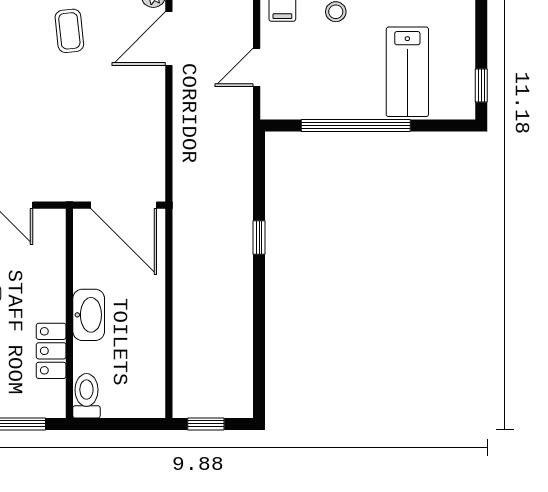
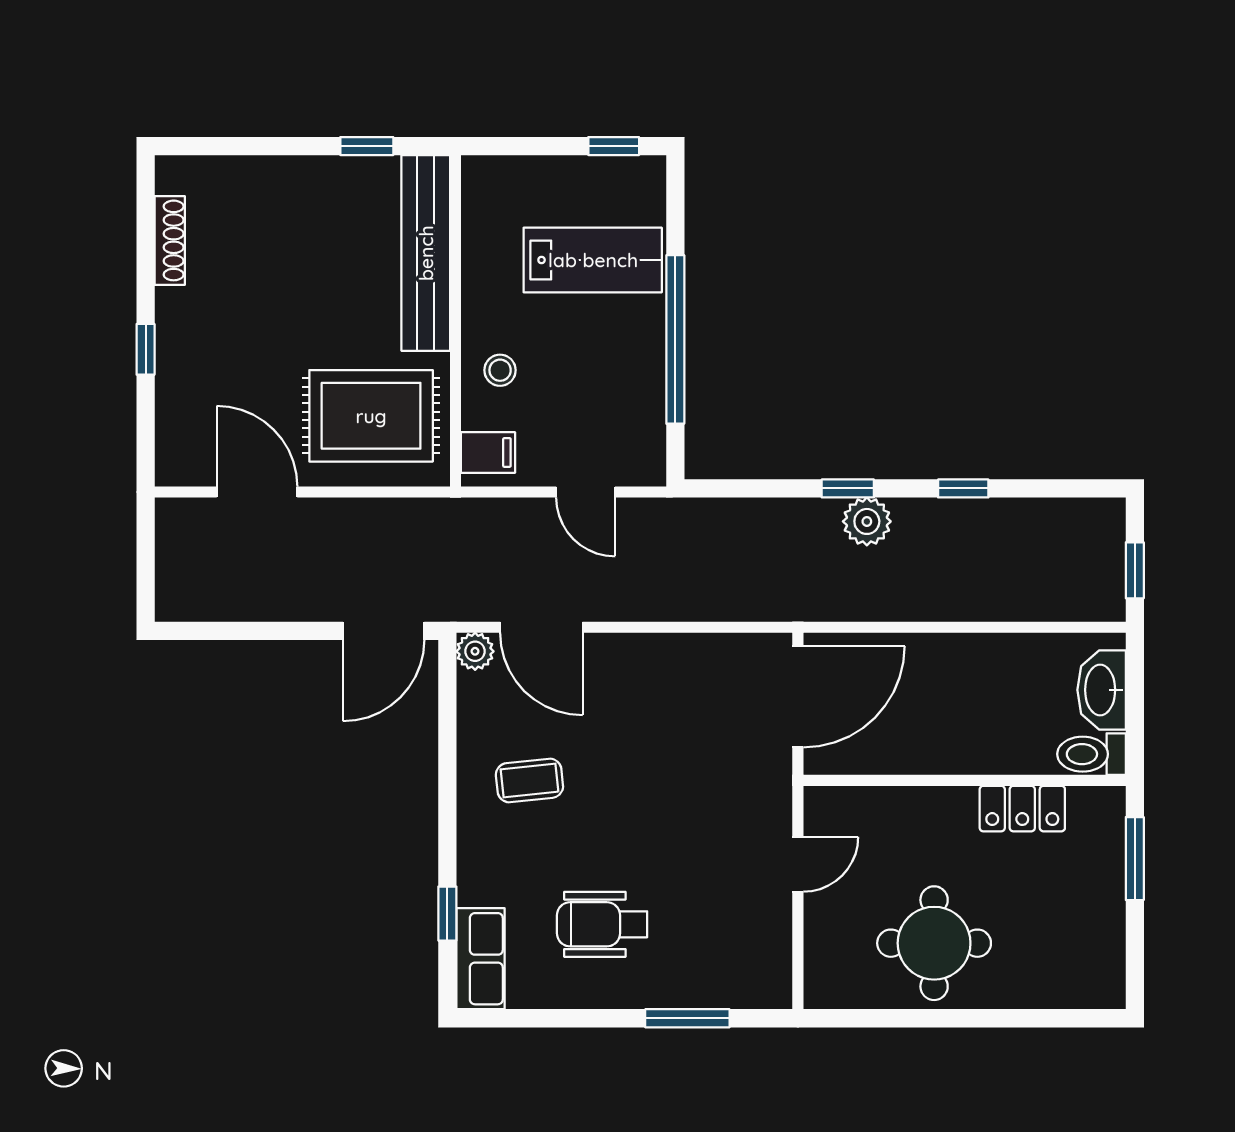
plant: (238, 250) -> (867, 521), added
window: (259, 312) -> (963, 488), added
washbasin: (89, 315) -> (1102, 690), moved, turned -90

